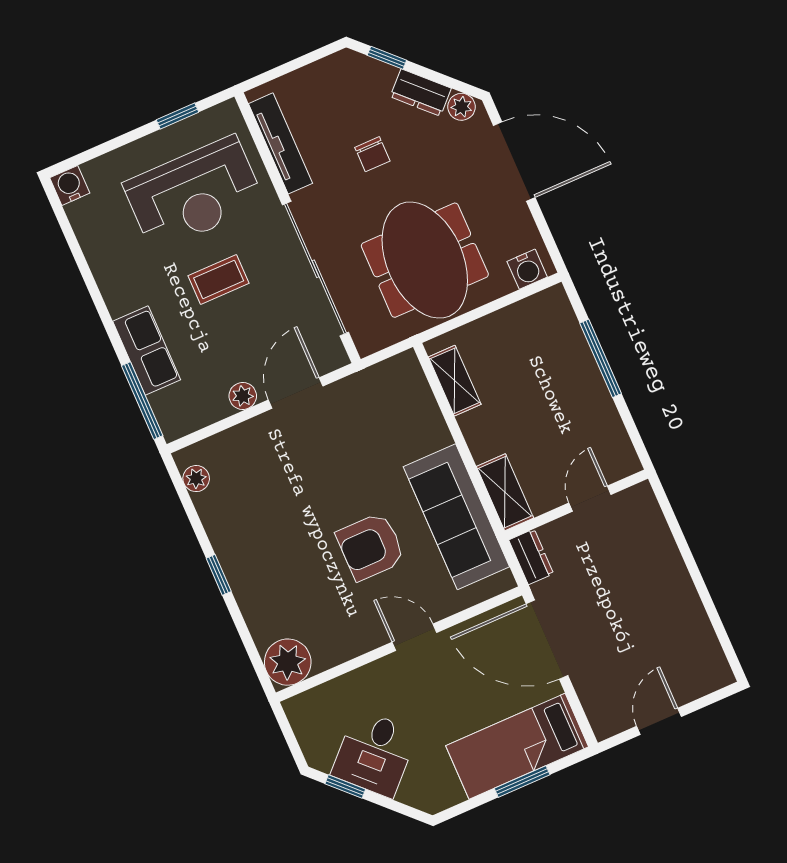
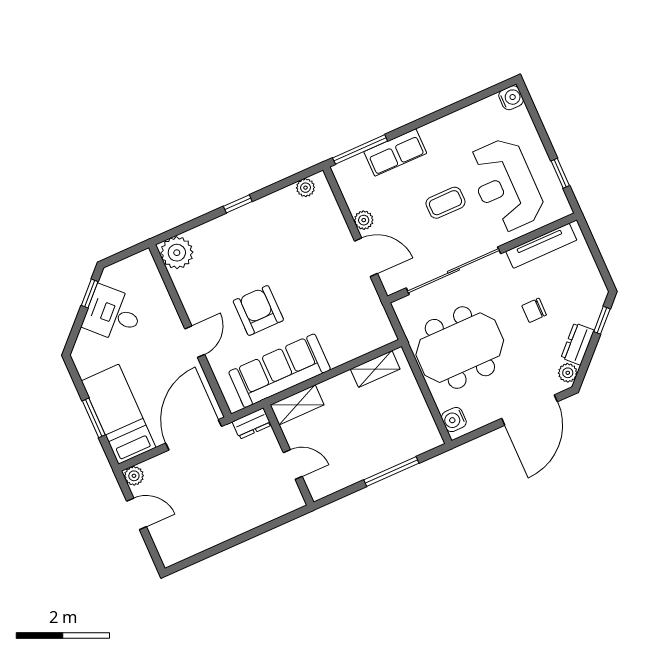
coffee table: (219, 279) -> (445, 203), turned 90
plant: (605, 725) -> (134, 476), added

